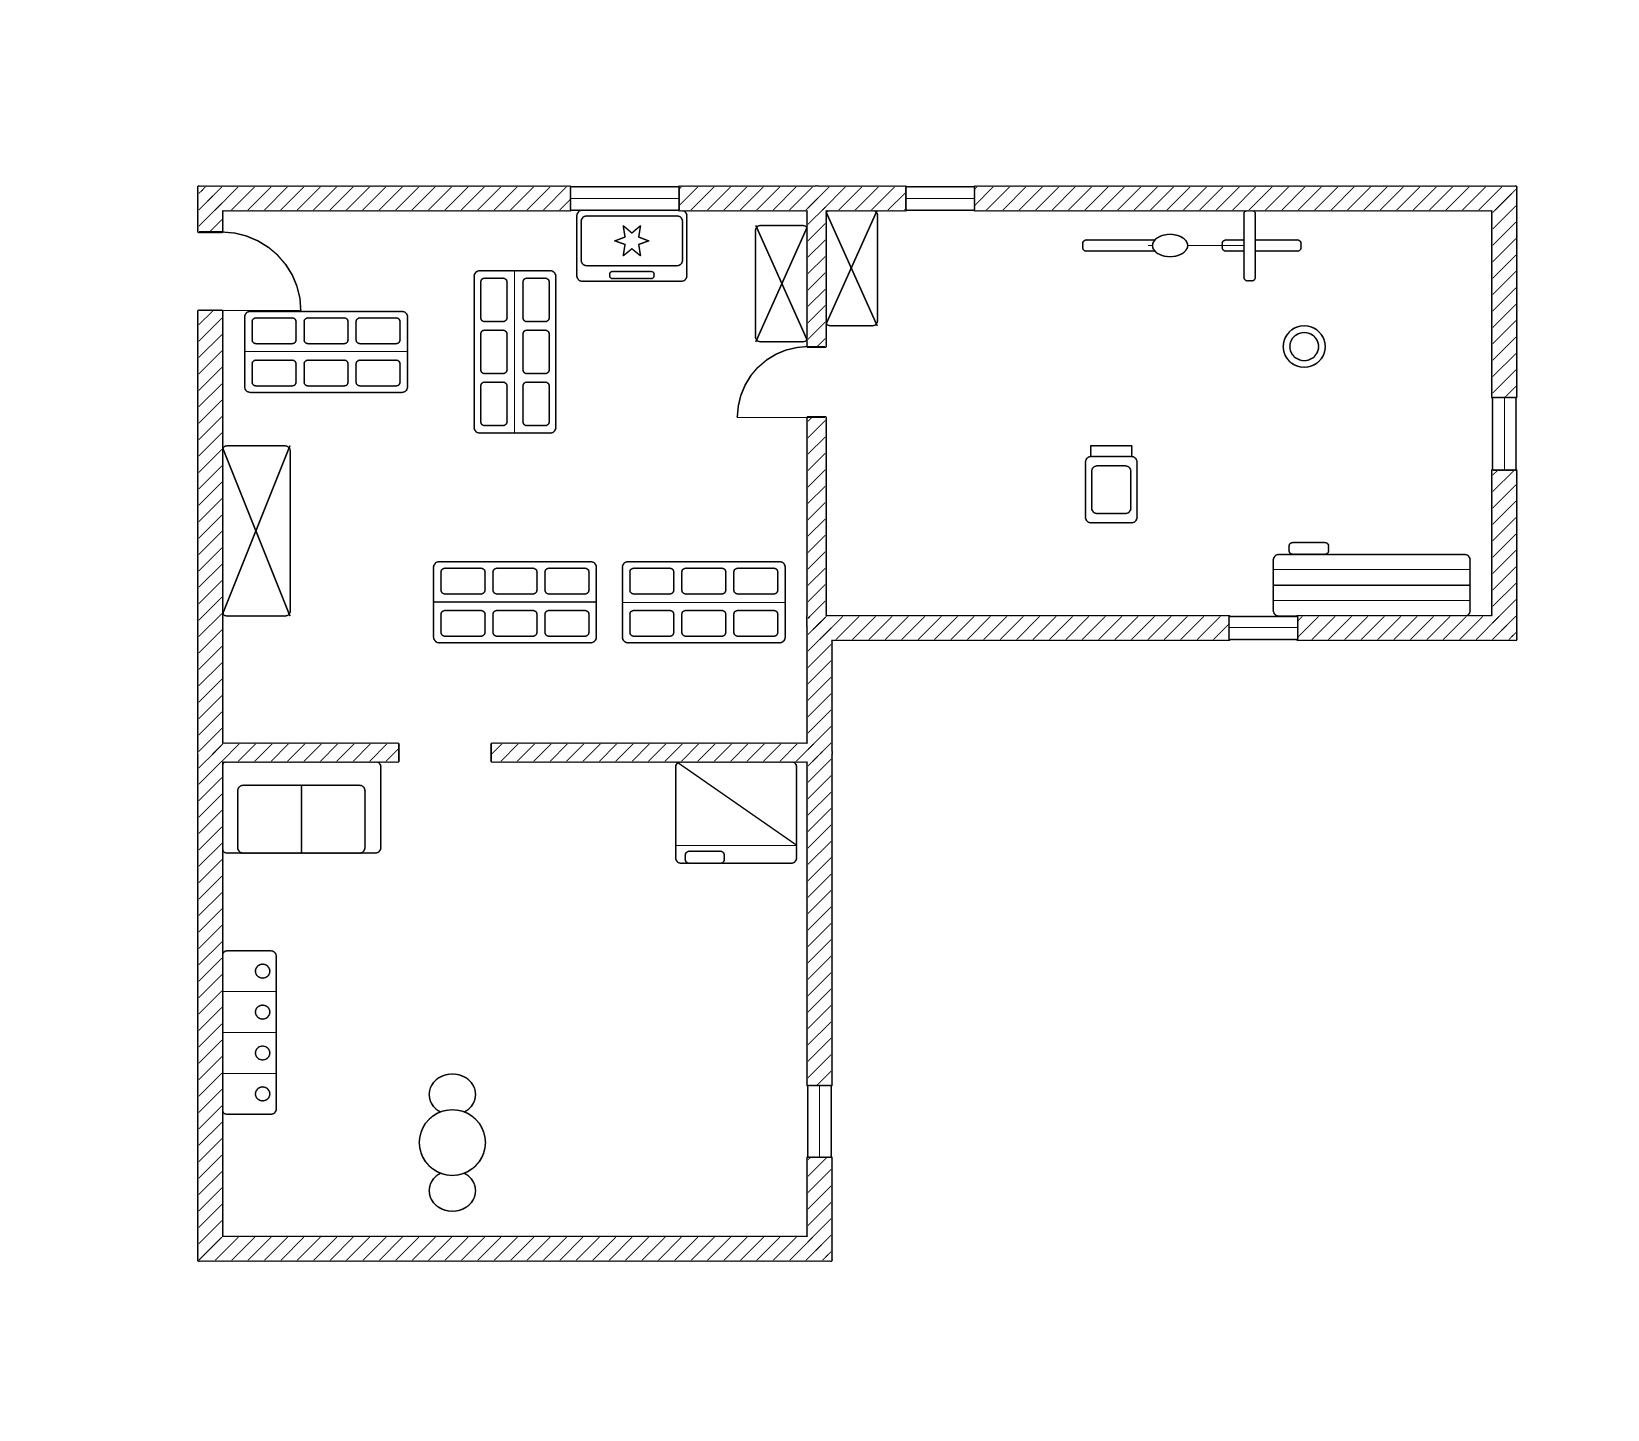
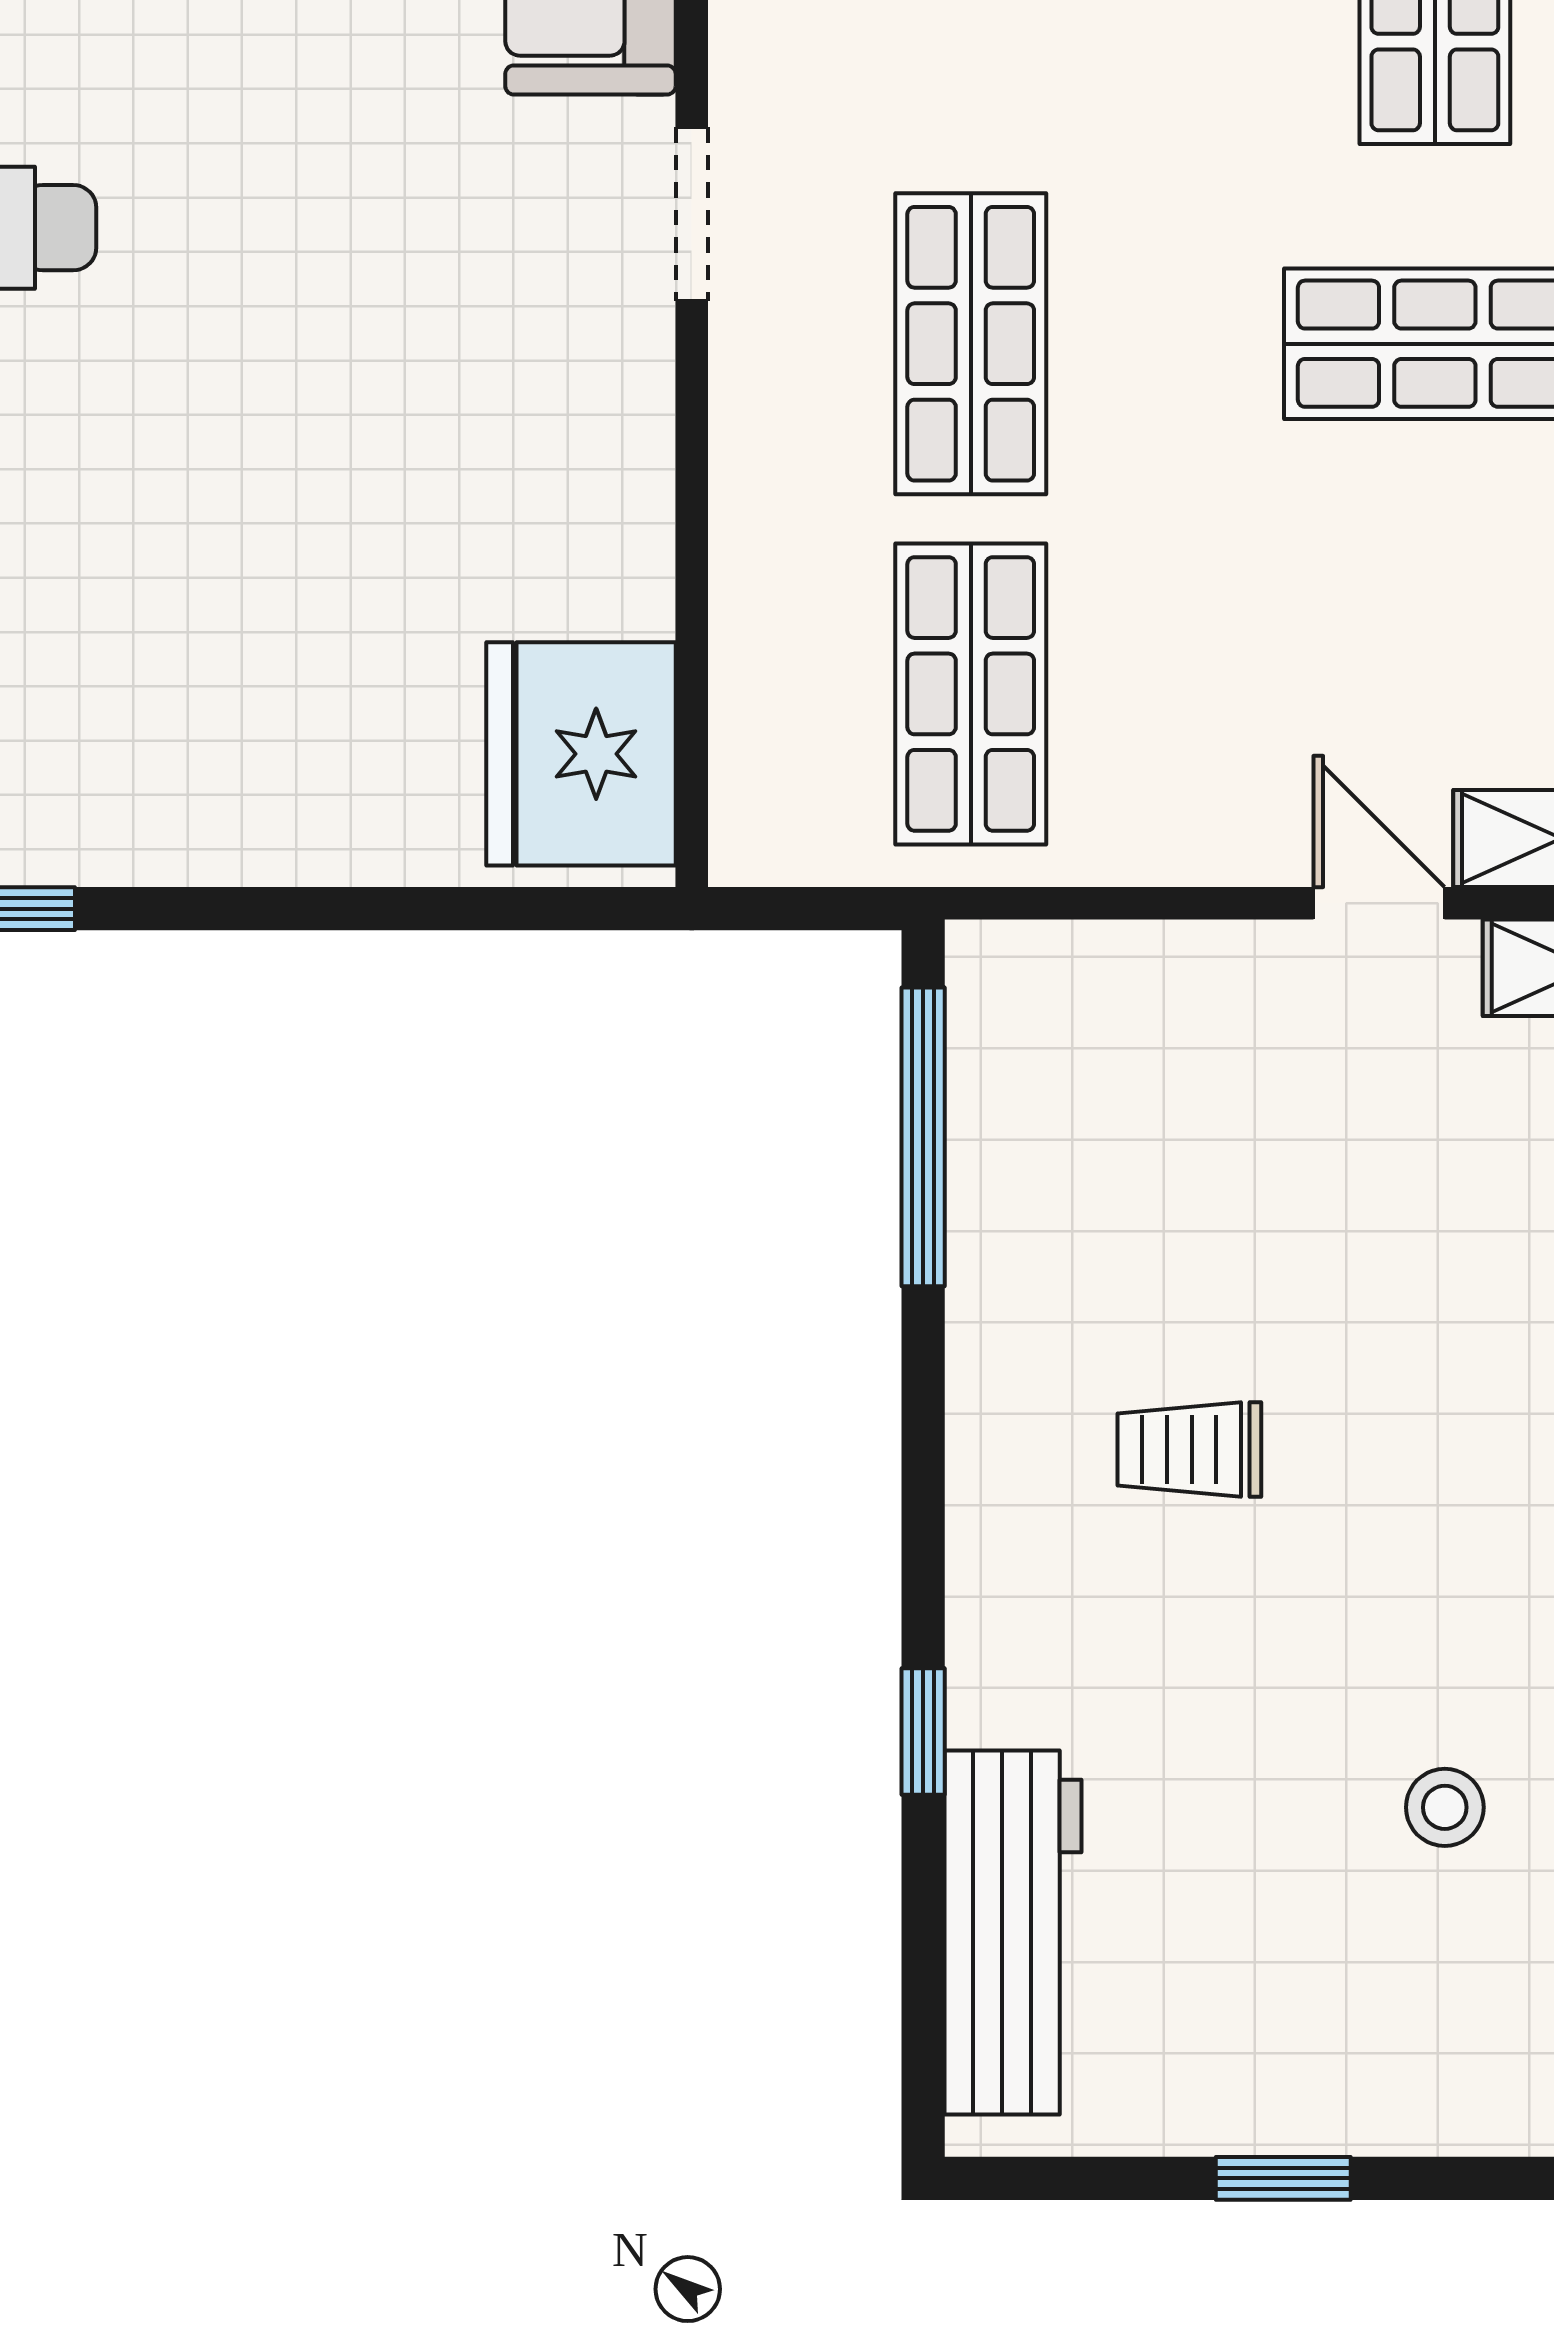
window: (943, 628) -> (923, 1137), added

